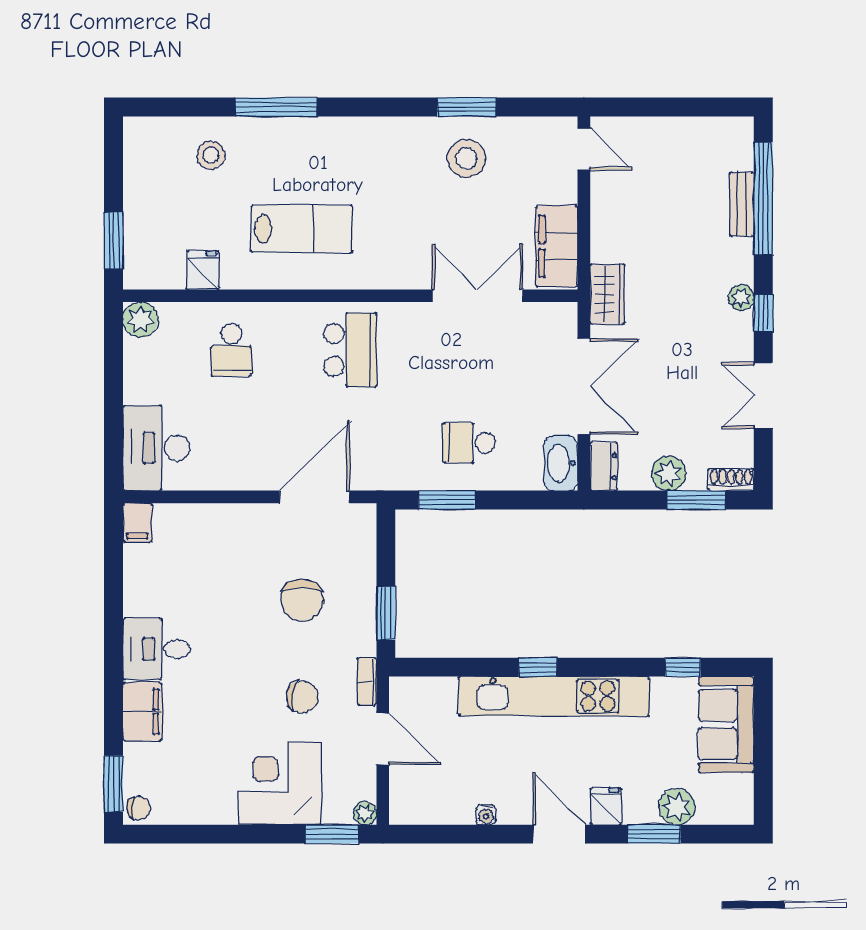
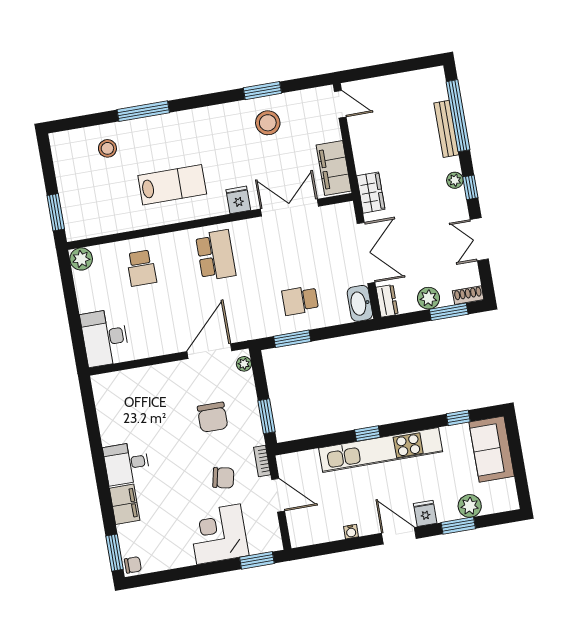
bench: (742, 204) -> (446, 129), width x1.36
fridge: (203, 270) -> (238, 200), moved
filing cabinet: (137, 522) -> (101, 386), removed
plant: (365, 813) -> (244, 364), moved

